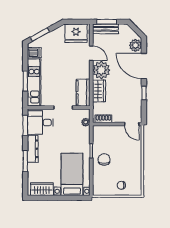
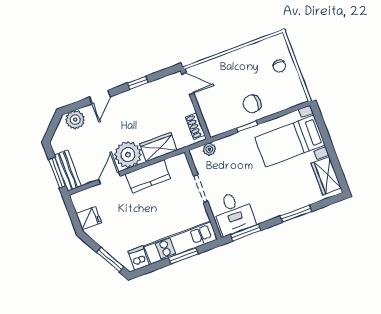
fridge: (76, 33) -> (89, 218), width x0.53, depth x0.75
door: (144, 66) -> (100, 97), width x0.53
kitchen counter: (83, 93) -> (148, 176), moved
door: (132, 124) -> (188, 84), hinge flipped
dresser: (33, 149) -> (275, 210), removed

